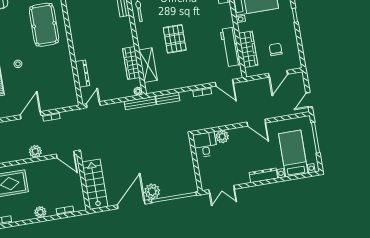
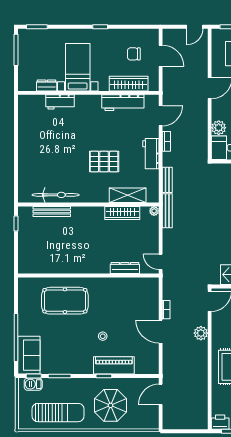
workbench: (189, 80) -> (151, 154), added
door: (309, 100) -> (195, 27), hinge flipped

